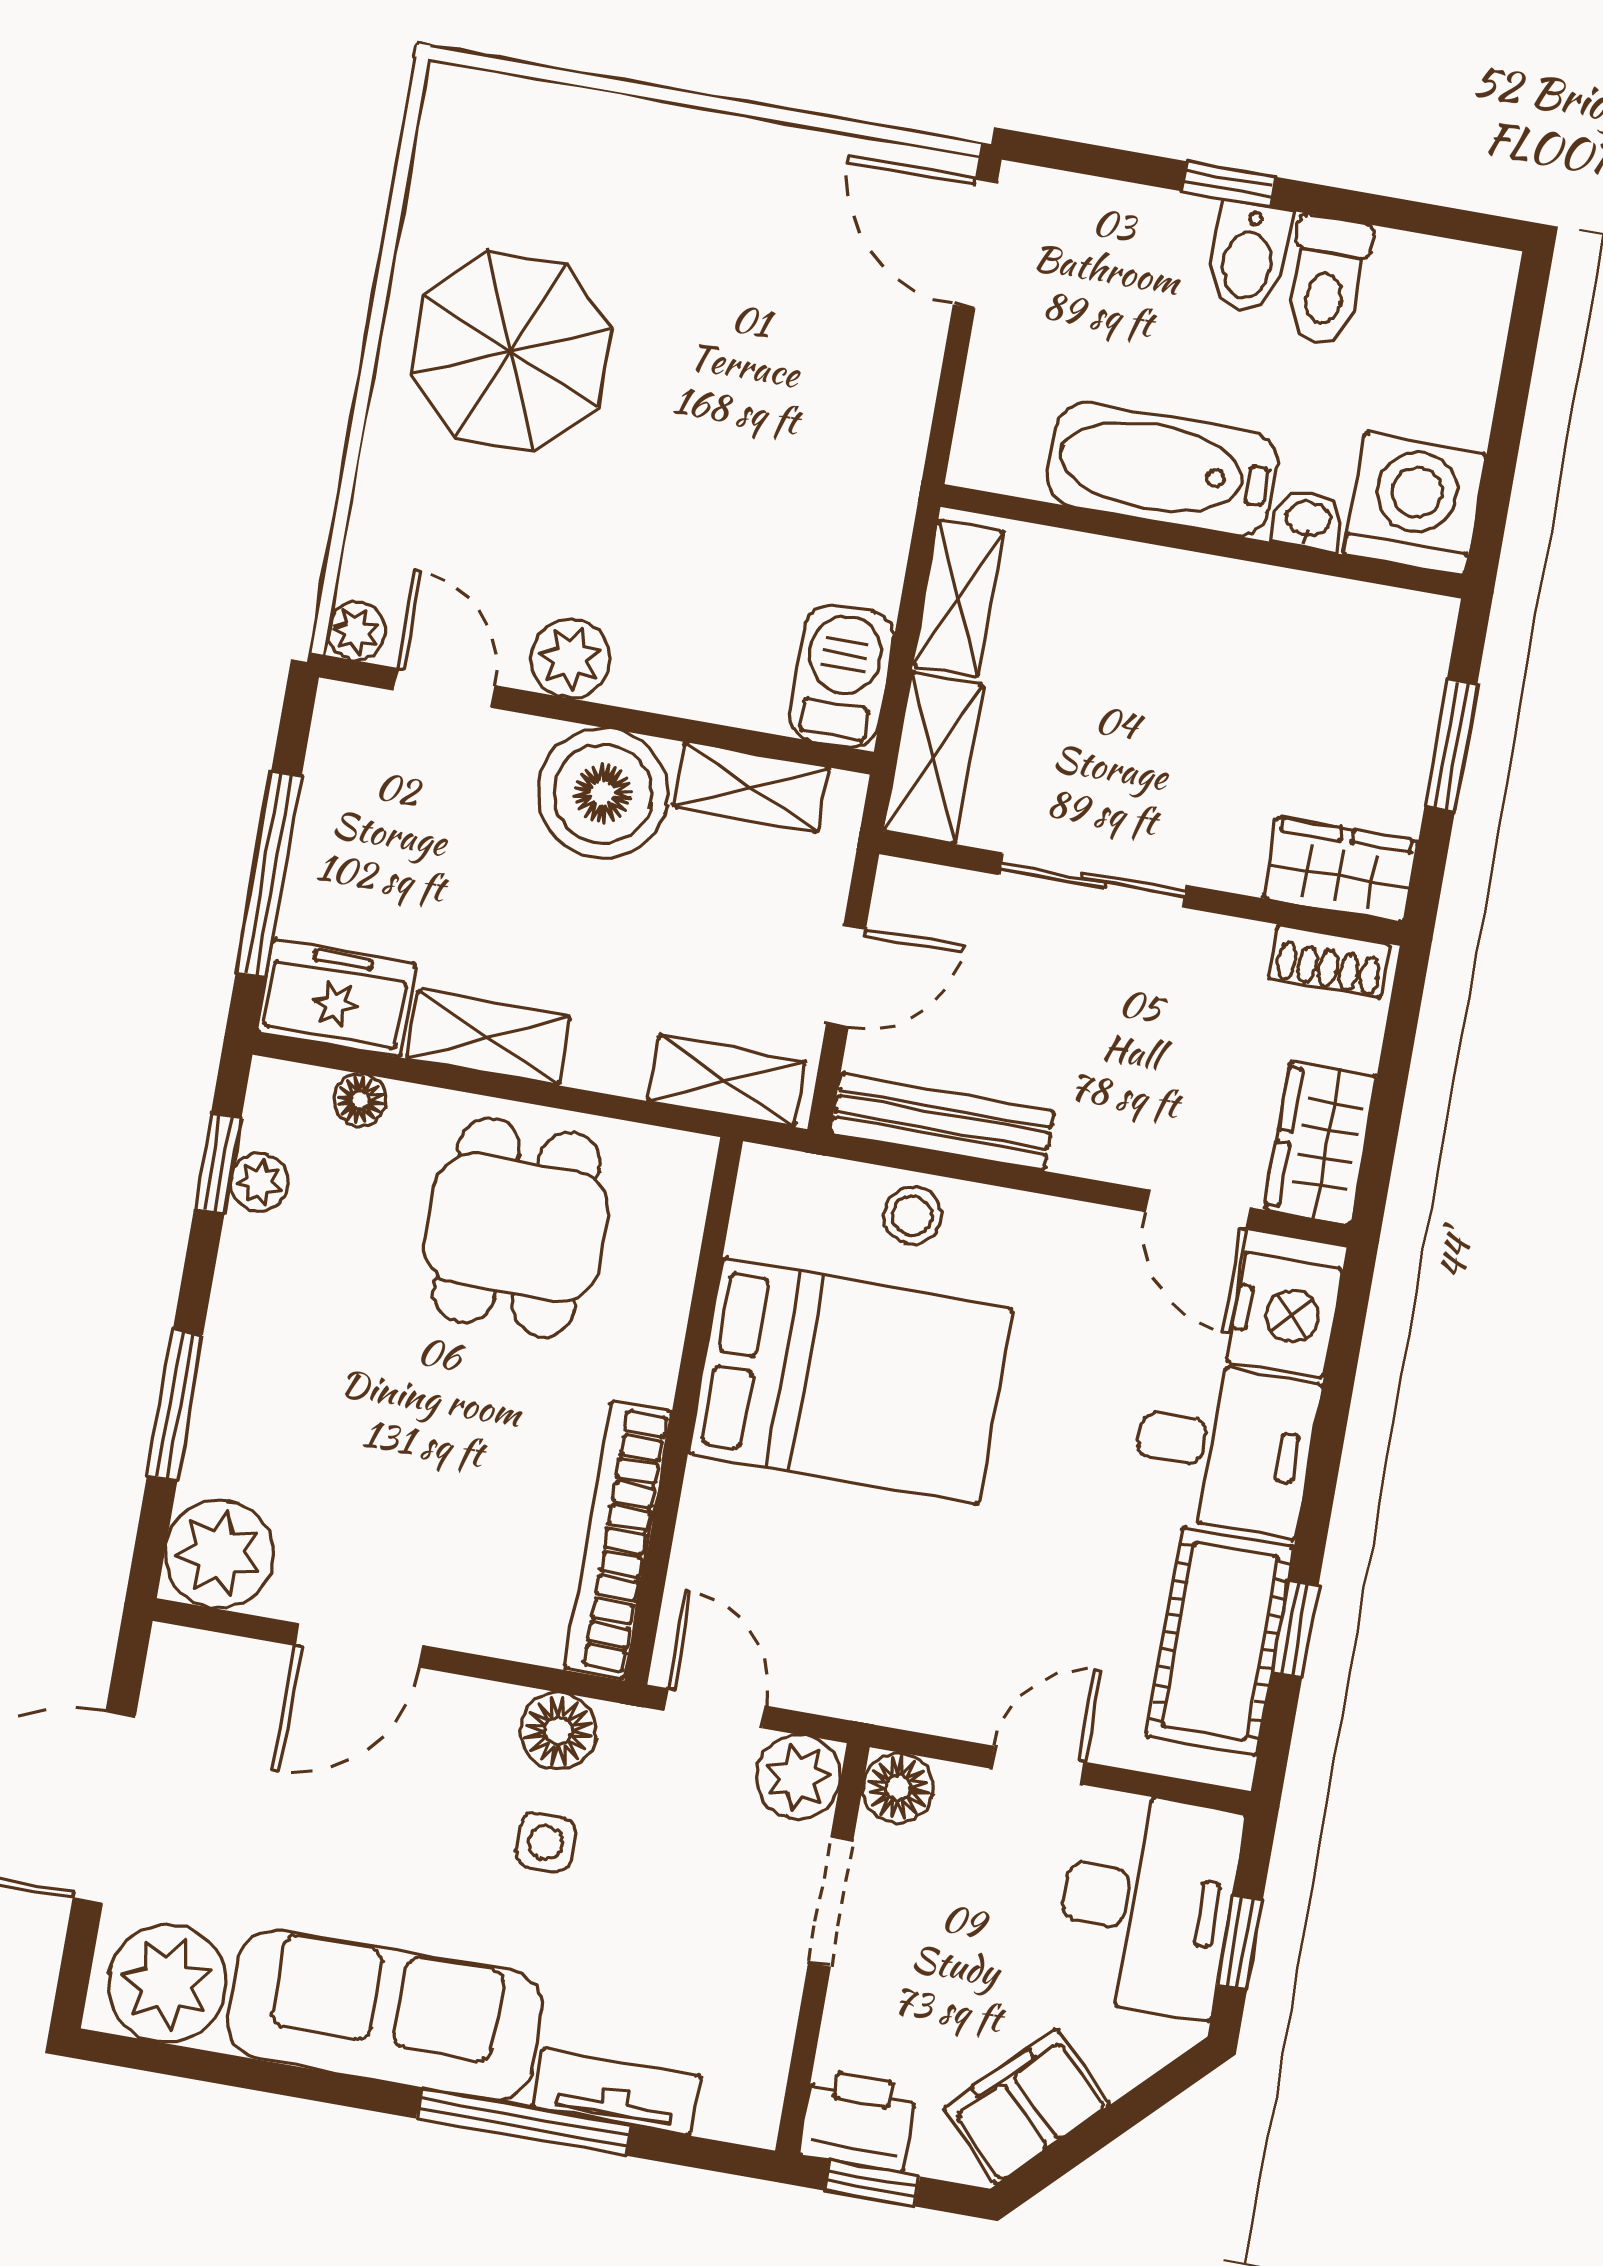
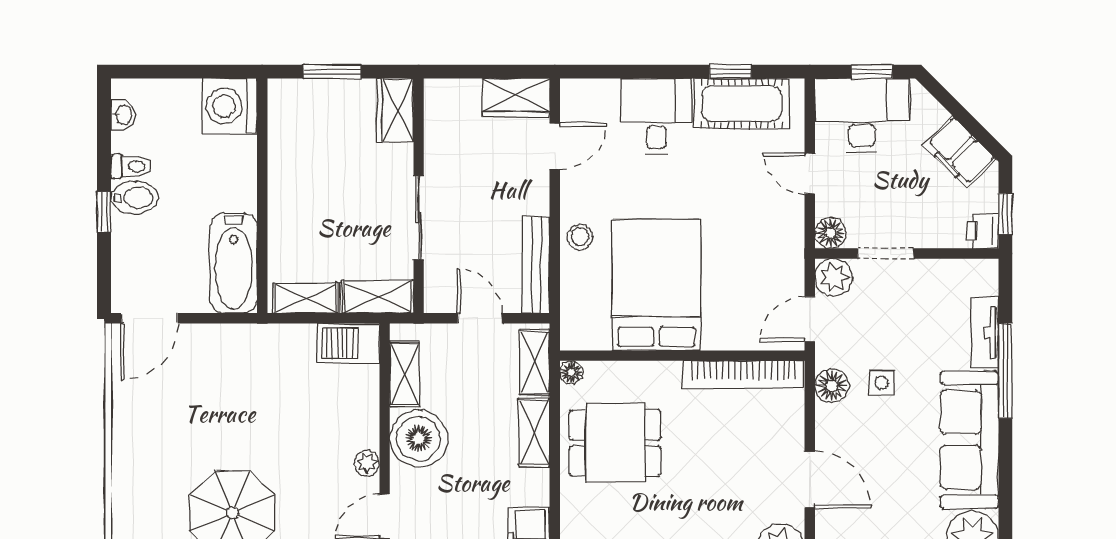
toilet: (1327, 281) -> (131, 166), width x0.73, depth x0.72
bathtub: (1162, 469) -> (234, 263), moved
washbasin: (1308, 520) -> (123, 115), moved, turned 180
plant: (570, 658) -> (367, 463), width x0.73, depth x0.73
shoe rack: (1329, 961) -> (436, 108), removed
shelving: (489, 1038) -> (534, 433), moved
floor lamp: (360, 1100) -> (571, 372), moved
stool: (913, 1216) -> (580, 237), moved
nightstand: (1284, 1315) -> (594, 100), removed
printer: (858, 2120) -> (983, 231), width x0.73, depth x0.81

